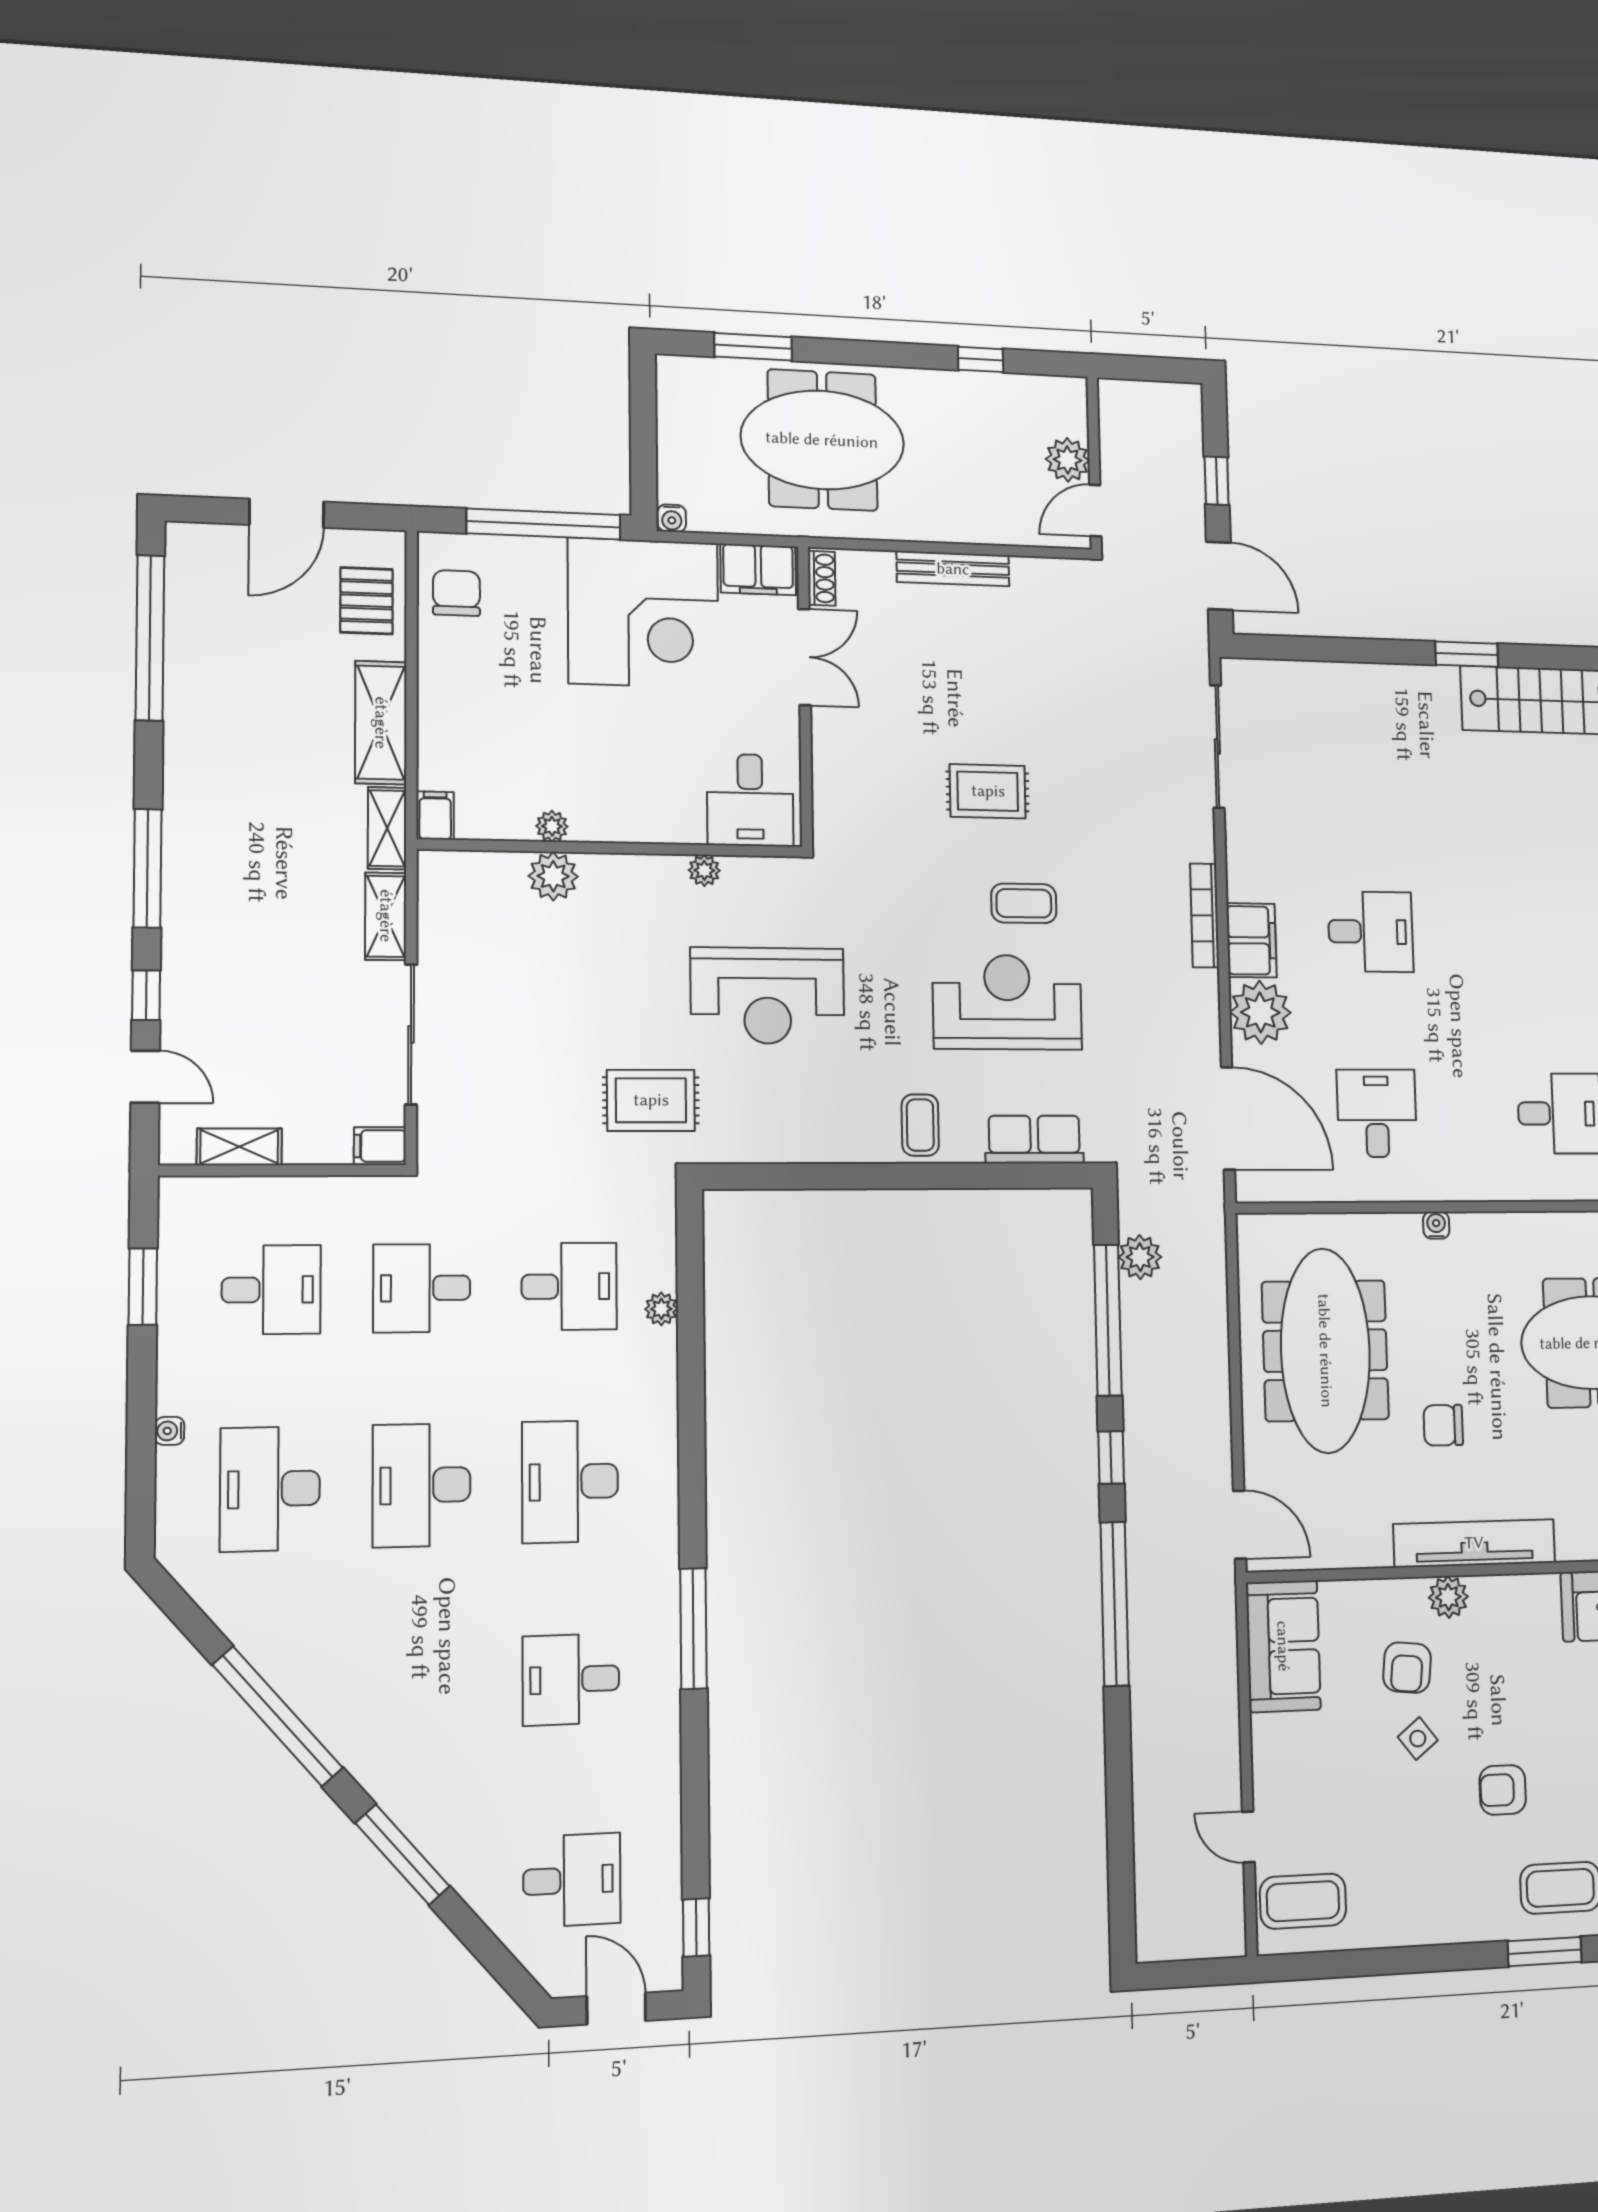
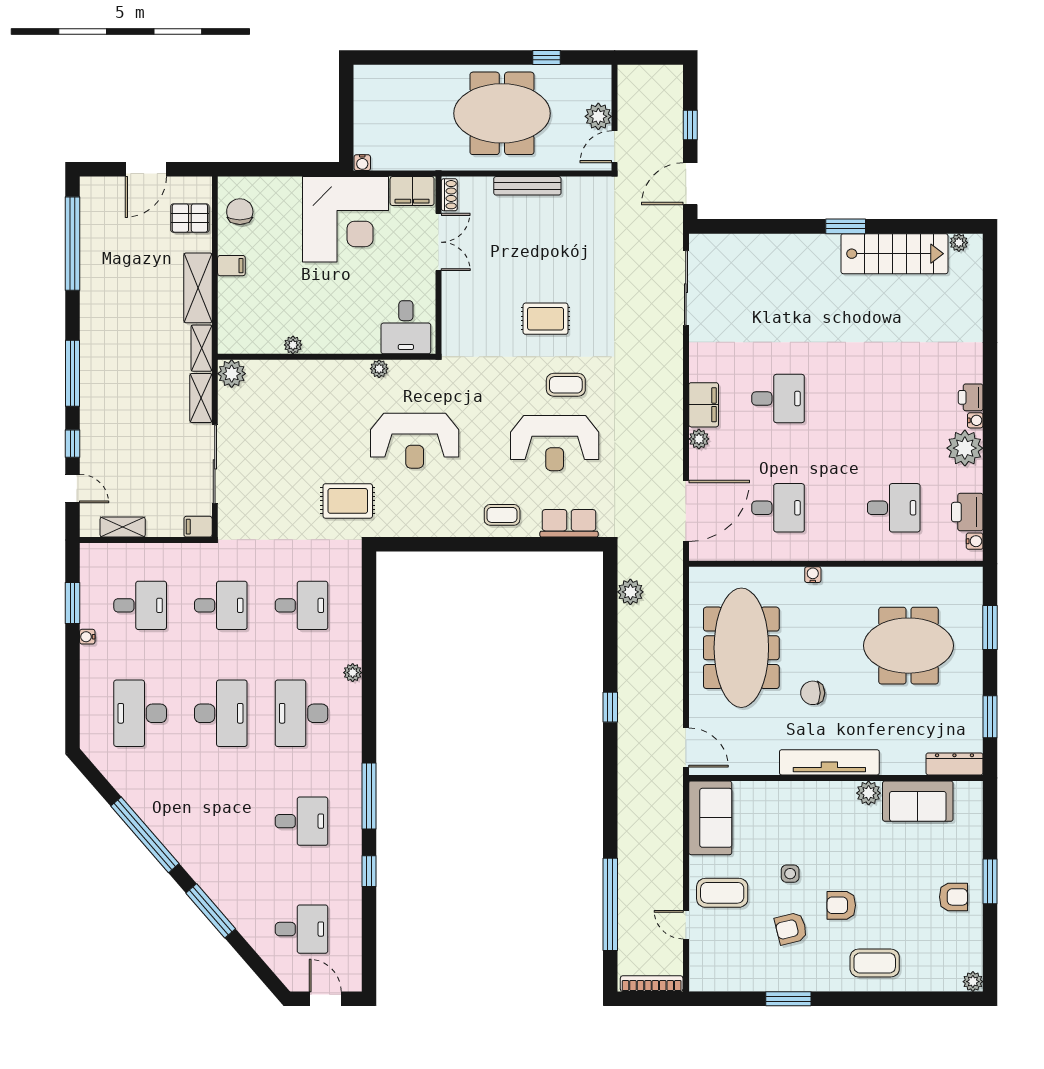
window: (753, 347) -> (411, 57), removed
meeting table: (822, 440) -> (502, 113), moved
window: (544, 524) -> (289, 169), removed
door: (1219, 576) -> (690, 184), swing flipped
pallet: (366, 601) -> (190, 218), turned 90
filing cabinet: (435, 816) -> (231, 266), moved, turned 90
plant: (553, 876) -> (232, 374), moved
bookcase: (1205, 915) -> (652, 984), moved, turned 90
reception desk: (1007, 1002) -> (555, 443), turned 180
plant: (1260, 1012) -> (699, 439), width x0.53, depth x0.53
desk: (1377, 1113) -> (778, 508), turned 90
door: (1228, 1118) -> (686, 511), hinge flipped
coffee table: (920, 1125) -> (502, 515), turned 90
desk: (422, 1288) -> (221, 605), turned 180
plant: (661, 1309) -> (353, 673), moved
window: (1108, 1320) -> (610, 628), removed
water cooler: (170, 1431) -> (87, 637), moved
desk: (422, 1485) -> (221, 713), turned 180
plant: (1448, 1597) -> (869, 793), moved
window: (1115, 1604) -> (610, 904), moved
armchair: (1407, 1668) -> (791, 929), moved, turned 70
desk: (571, 1679) -> (301, 821), turned 180
side table: (1418, 1739) -> (790, 874), turned 38
coffee table: (1303, 1901) -> (722, 893), moved
window: (696, 1927) -> (369, 871), moved
window: (1545, 1952) -> (788, 999), moved

